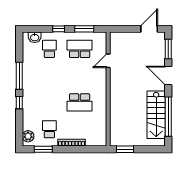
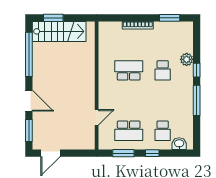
stairs: (156, 115) -> (59, 31), moved, turned 90
school desk: (49, 129) -> (163, 70), moved
plant: (28, 136) -> (187, 59), moved
window: (125, 149) -> (53, 18), moved

